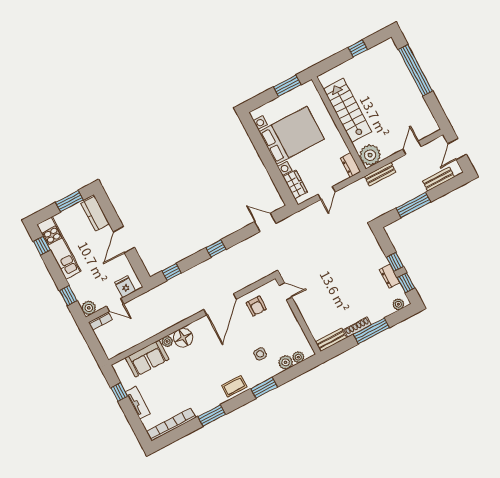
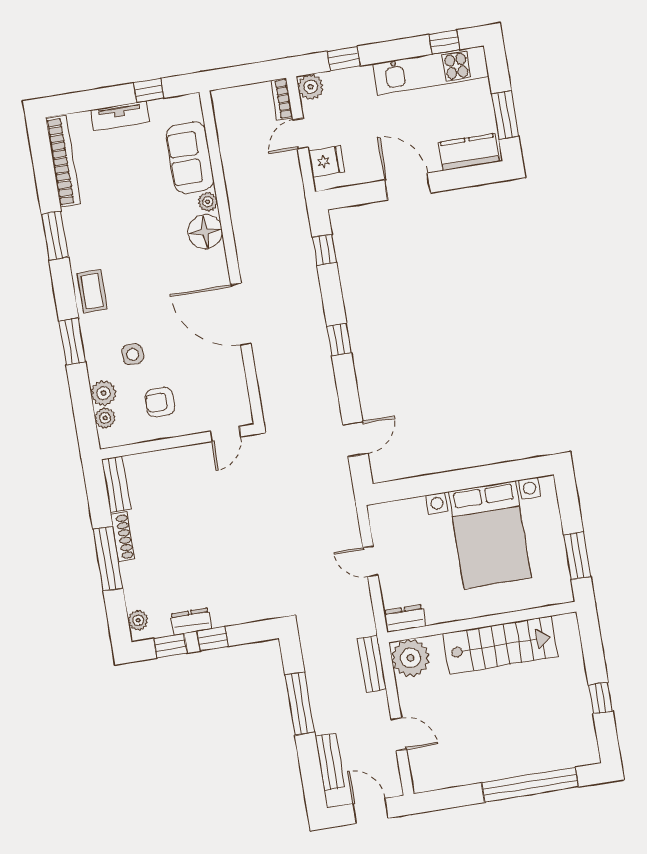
wardrobe: (295, 184) -> (403, 512), removed
armchair: (256, 306) -> (160, 402), moved

